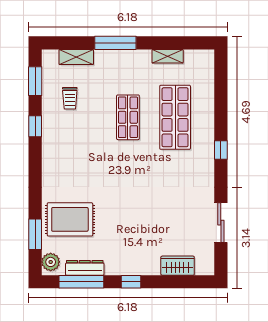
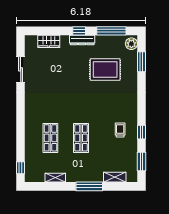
trolley: (70, 98) -> (120, 130), moved
shop shelf: (175, 117) -> (50, 138), width x0.70, depth x0.74
window: (221, 150) -> (21, 168), moved
rug: (70, 219) -> (105, 70), moved
dresser: (85, 268) -> (82, 40), moved

